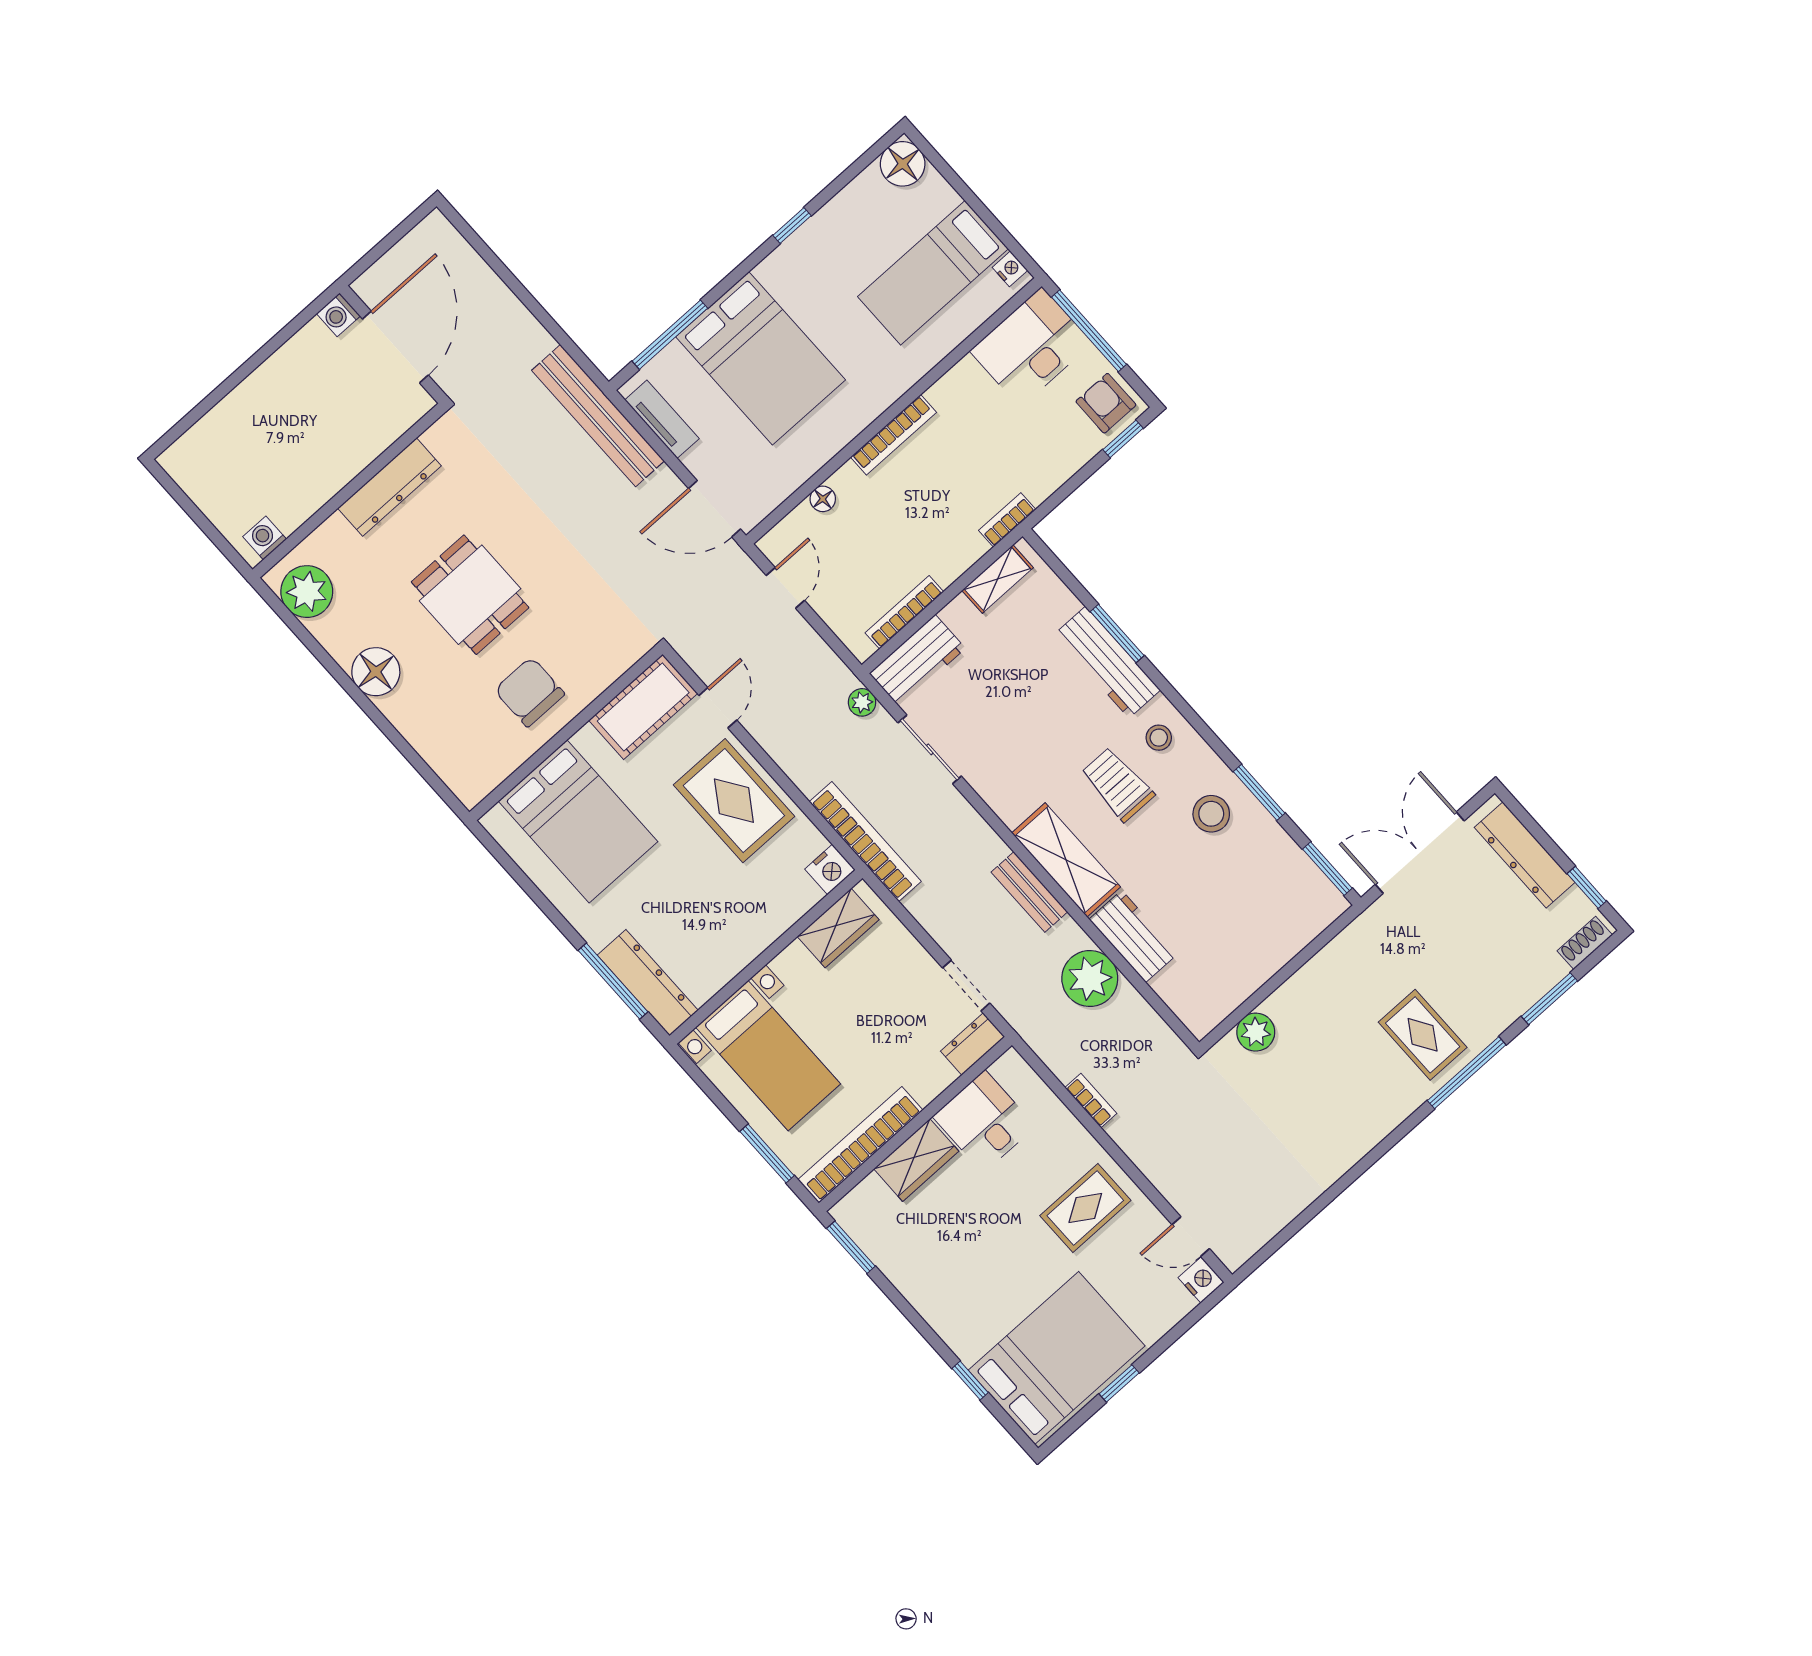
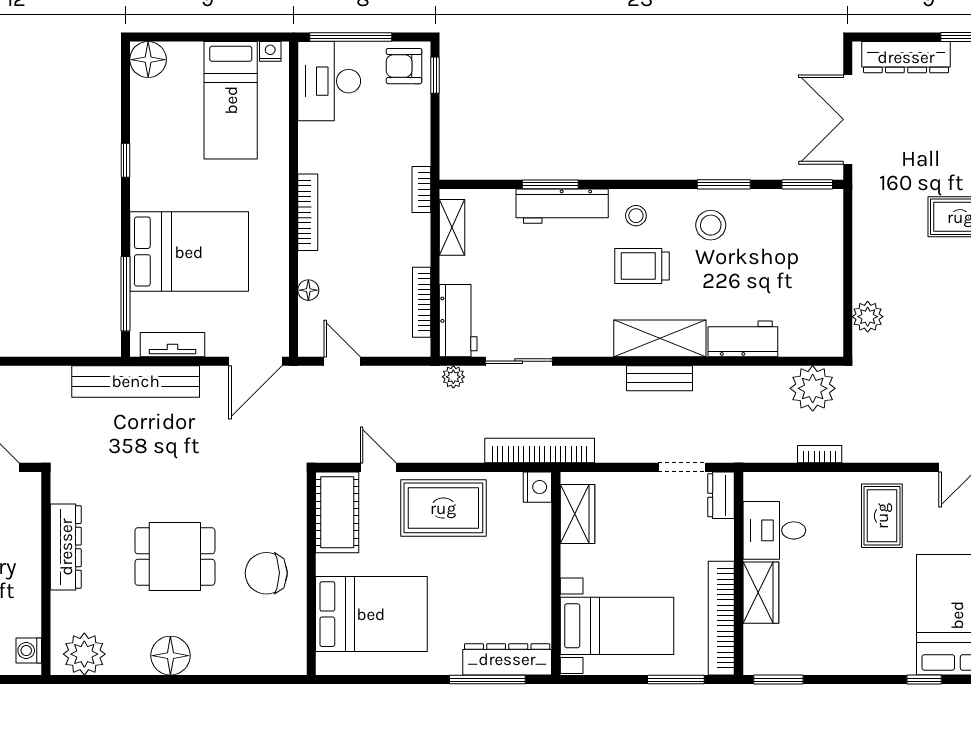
plant: (1090, 979) -> (813, 388), moved

